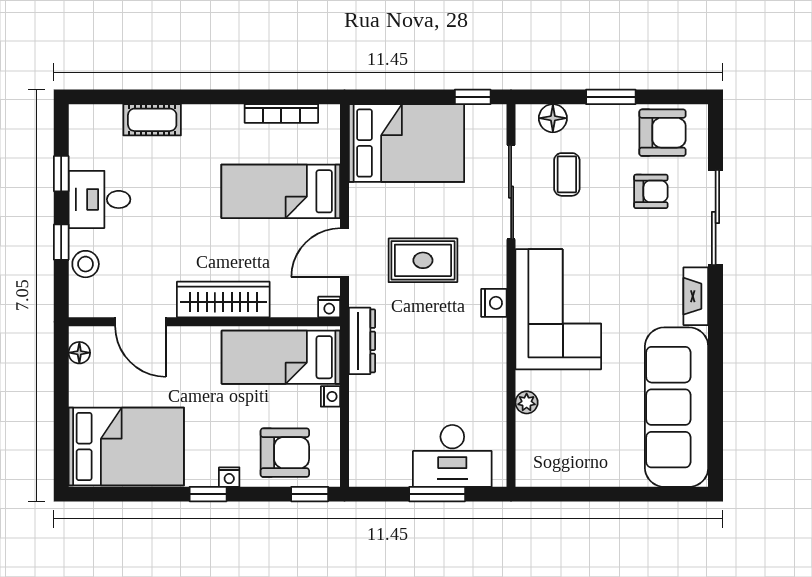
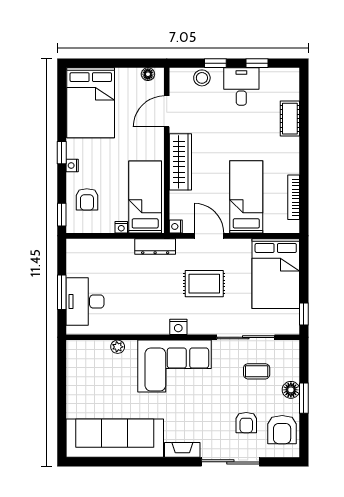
floor lamp: (553, 118) -> (291, 390), moved
rug: (423, 260) -> (204, 284), turned 90
armchair: (285, 453) -> (87, 199), width x0.72, depth x0.72

